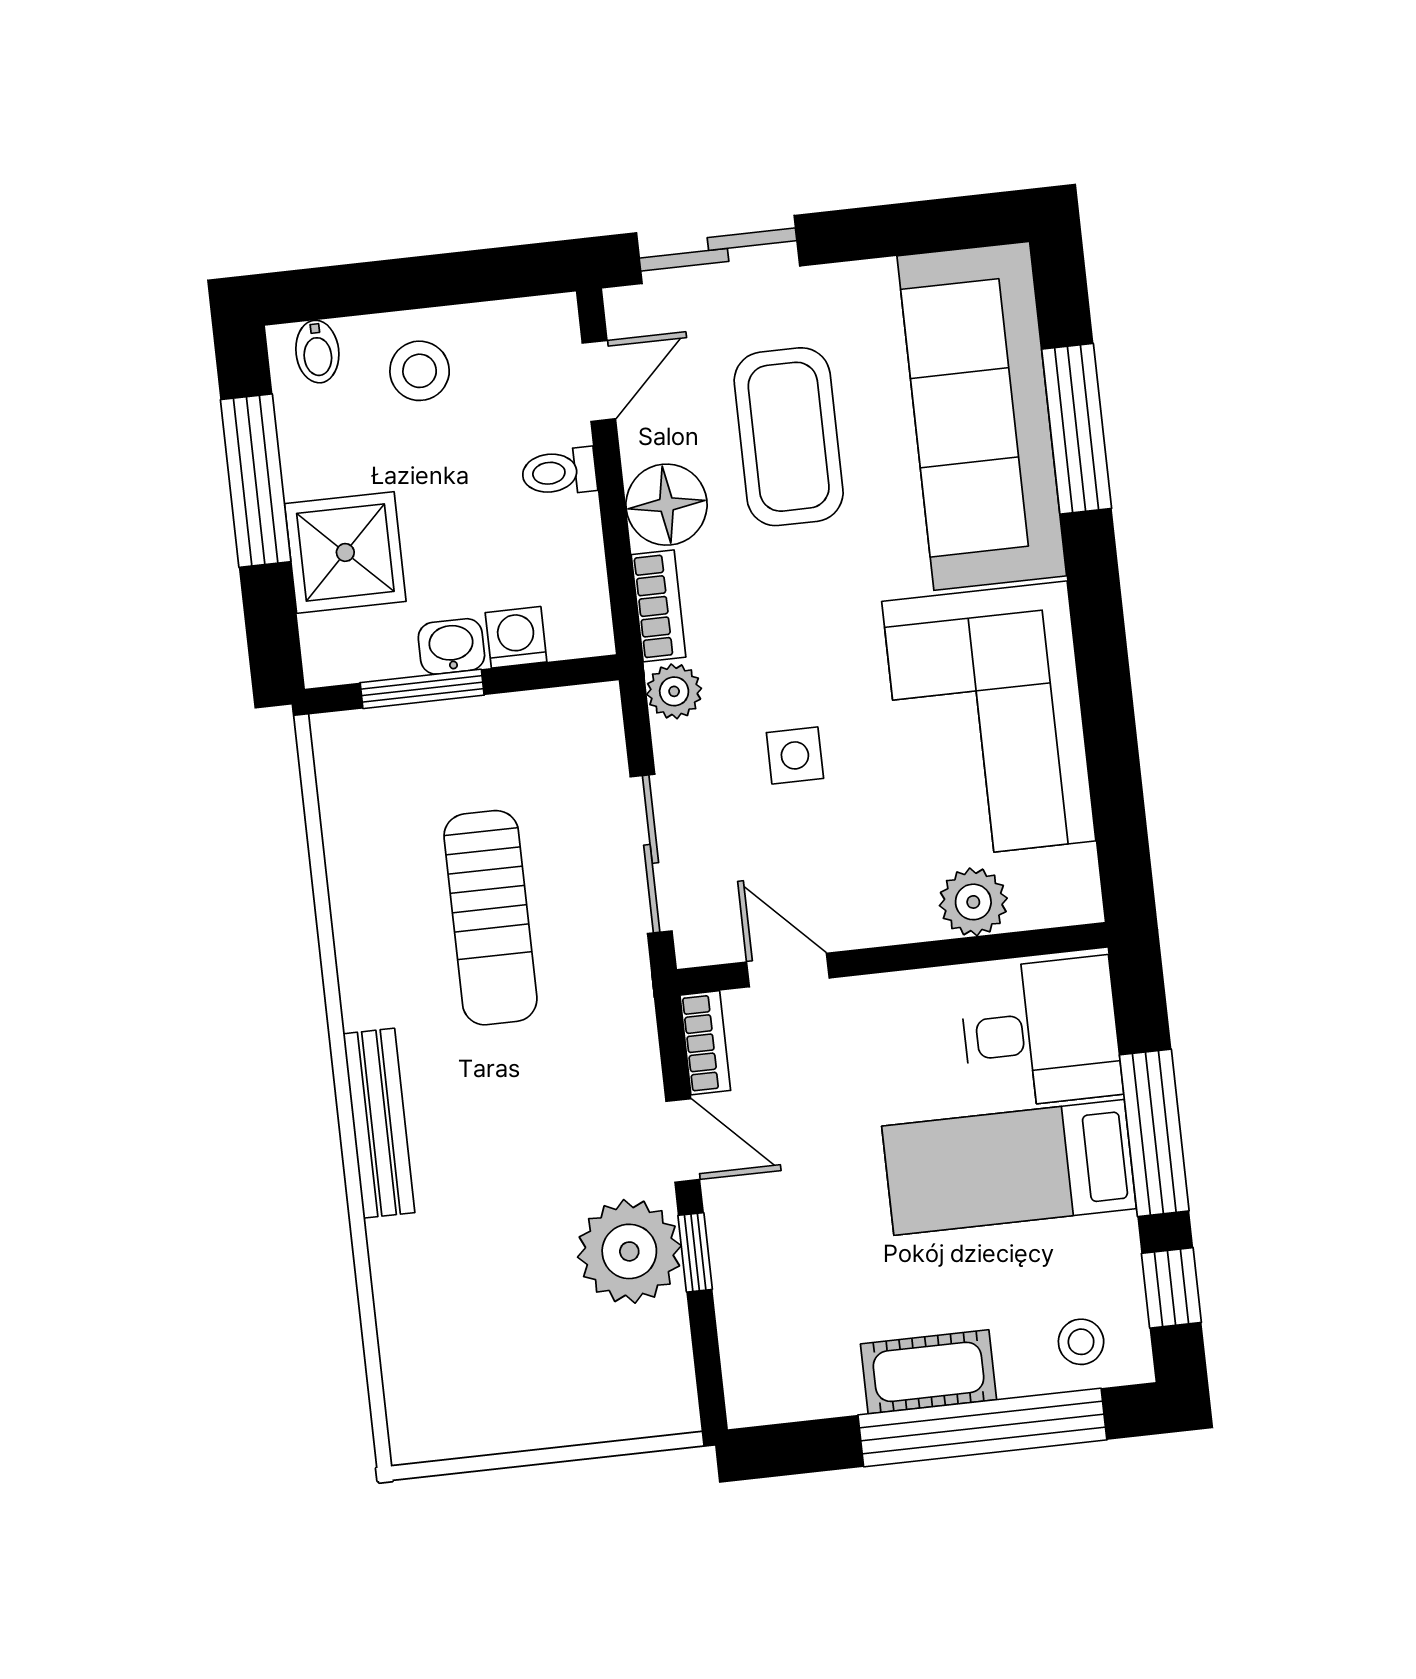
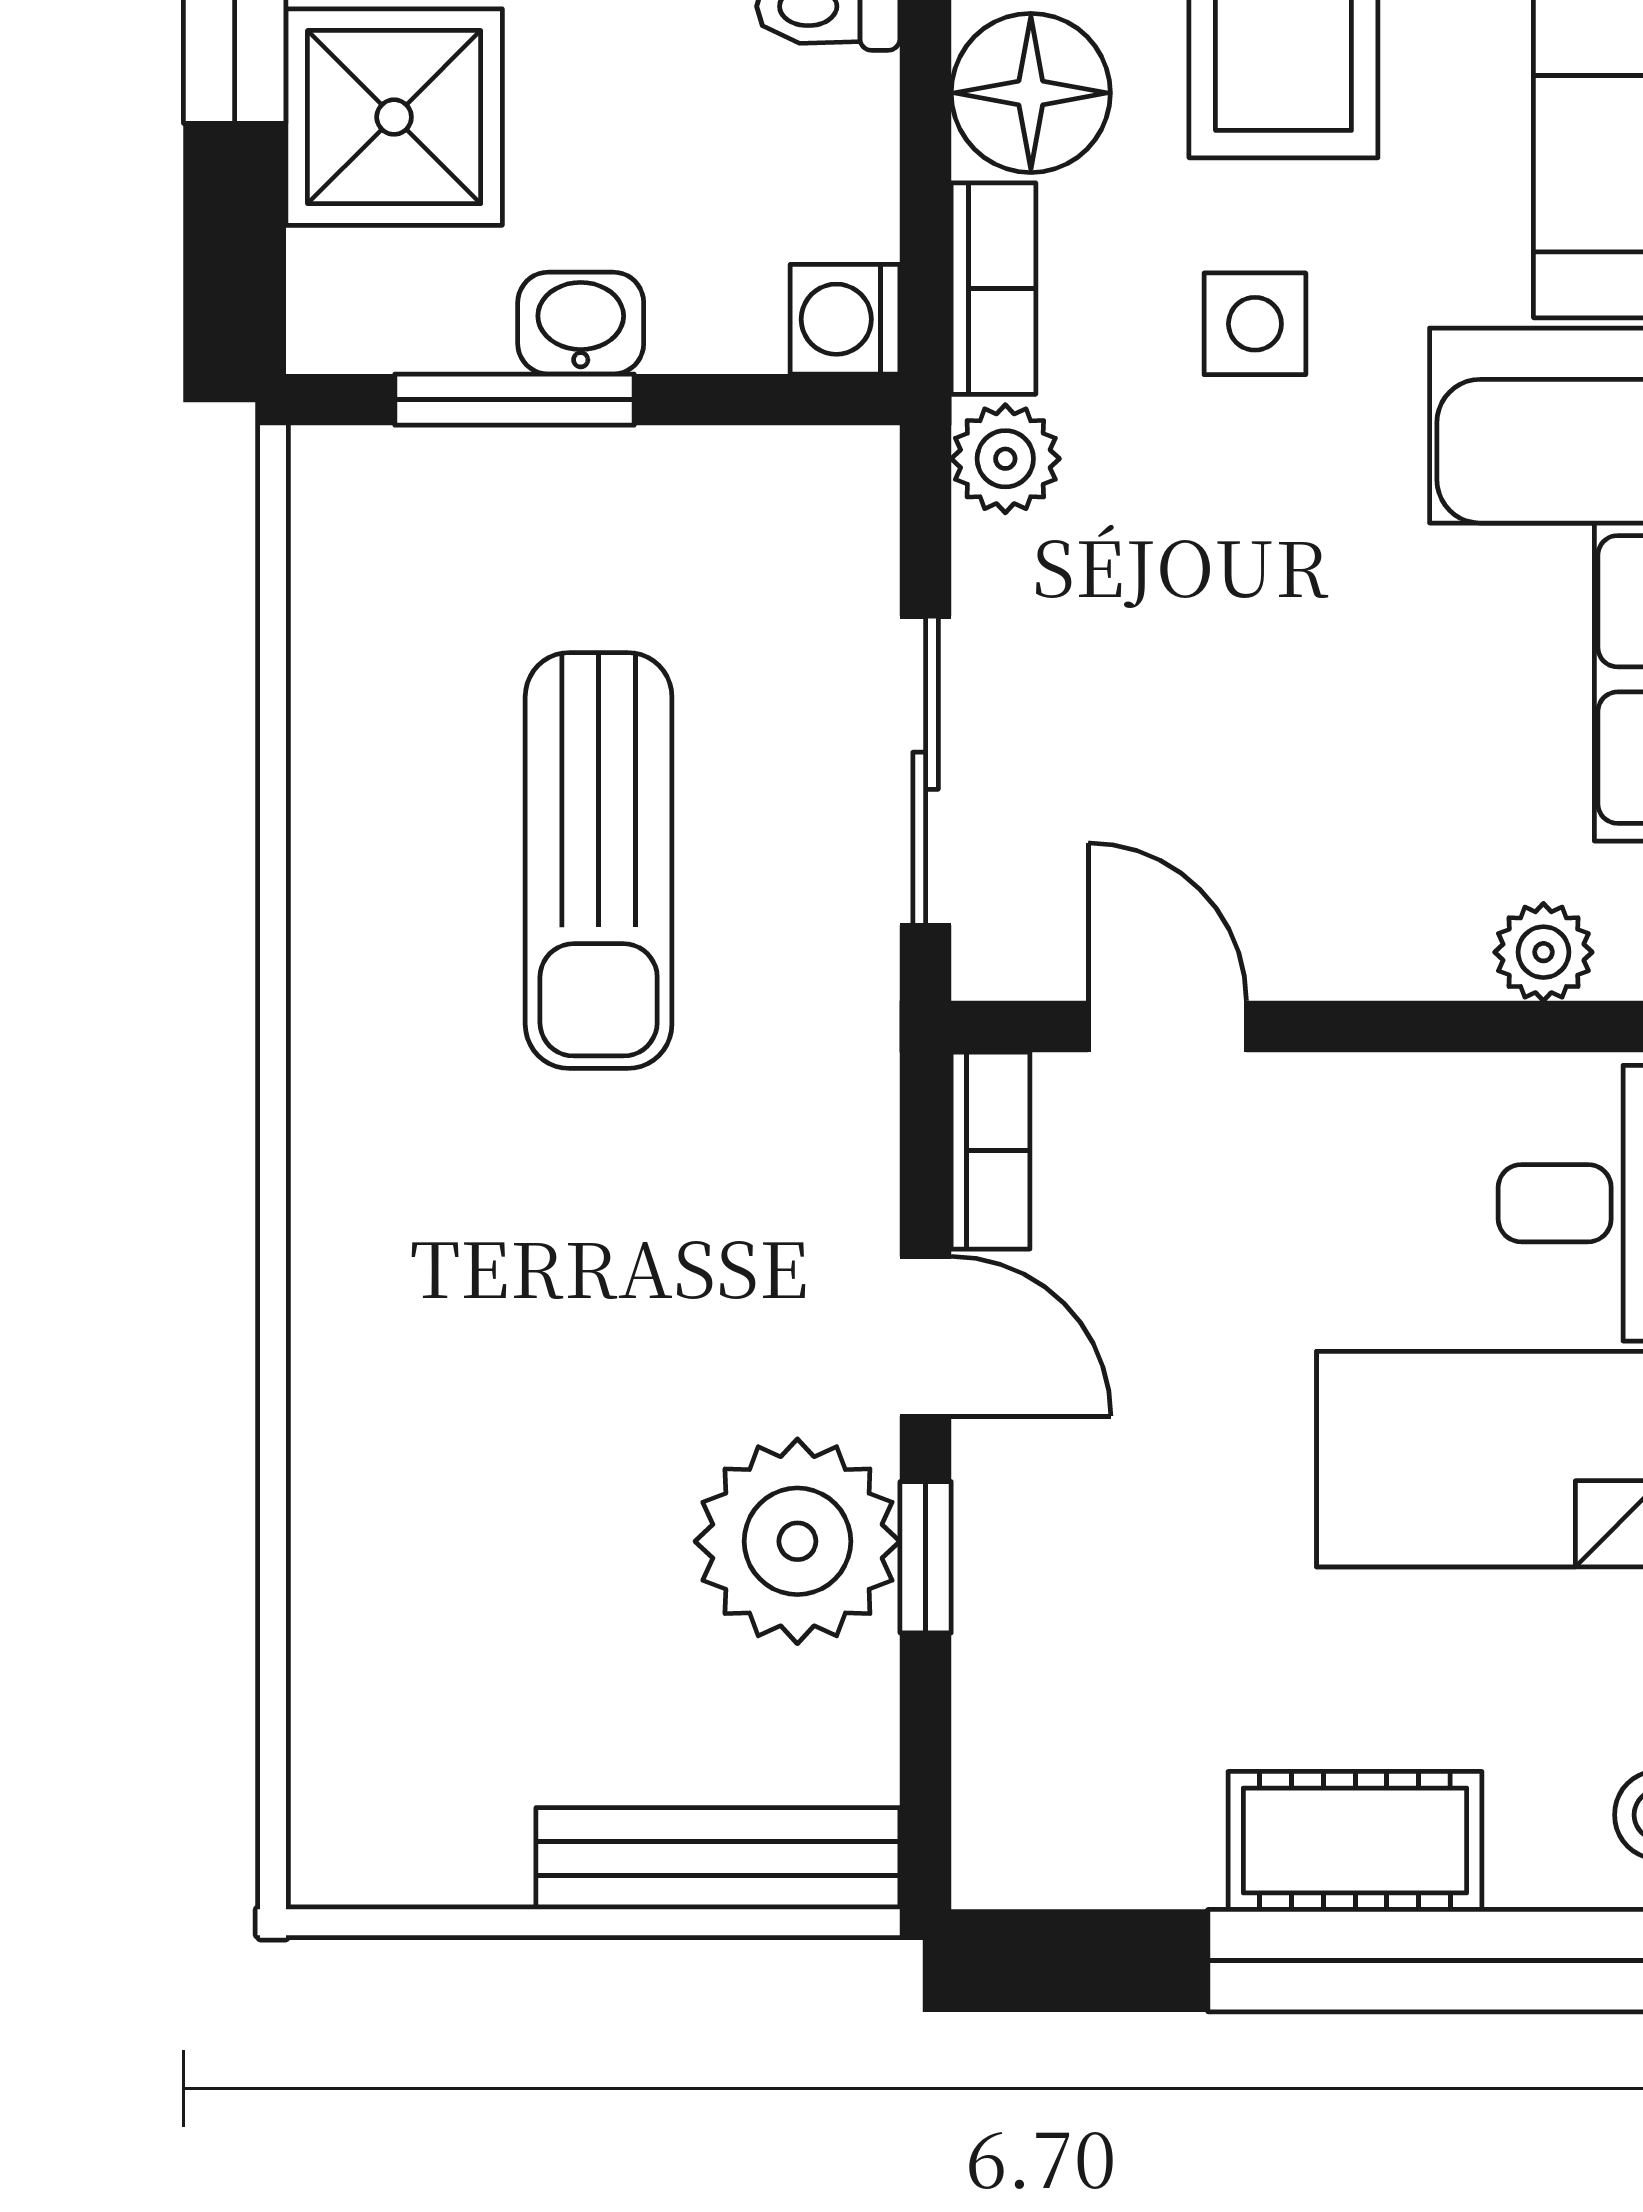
washing machine: (516, 637) -> (845, 319), moved, turned -90
side table: (795, 755) -> (1255, 324), moved
plant: (973, 902) -> (1543, 952), width x0.73, depth x0.73
bench: (379, 1123) -> (718, 1858), moved, turned 90

